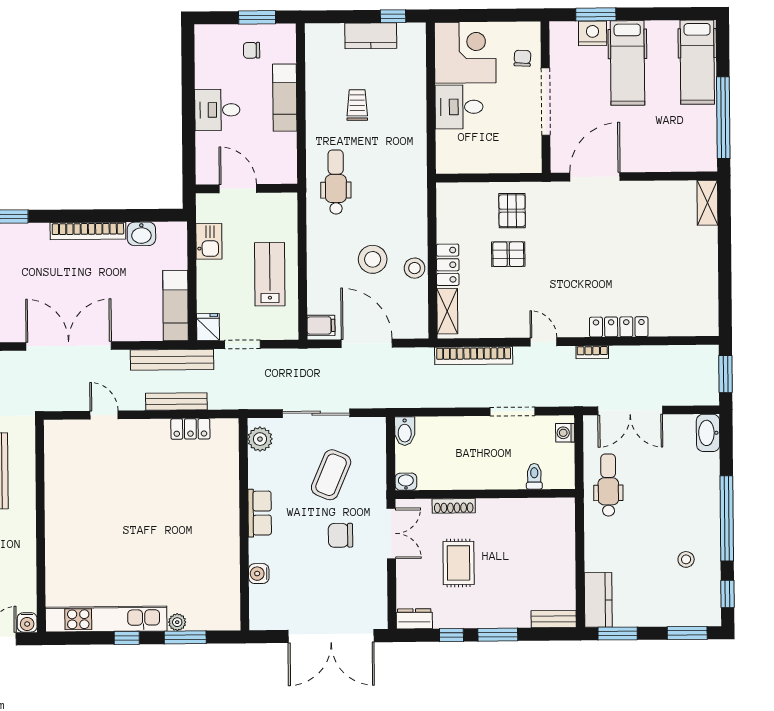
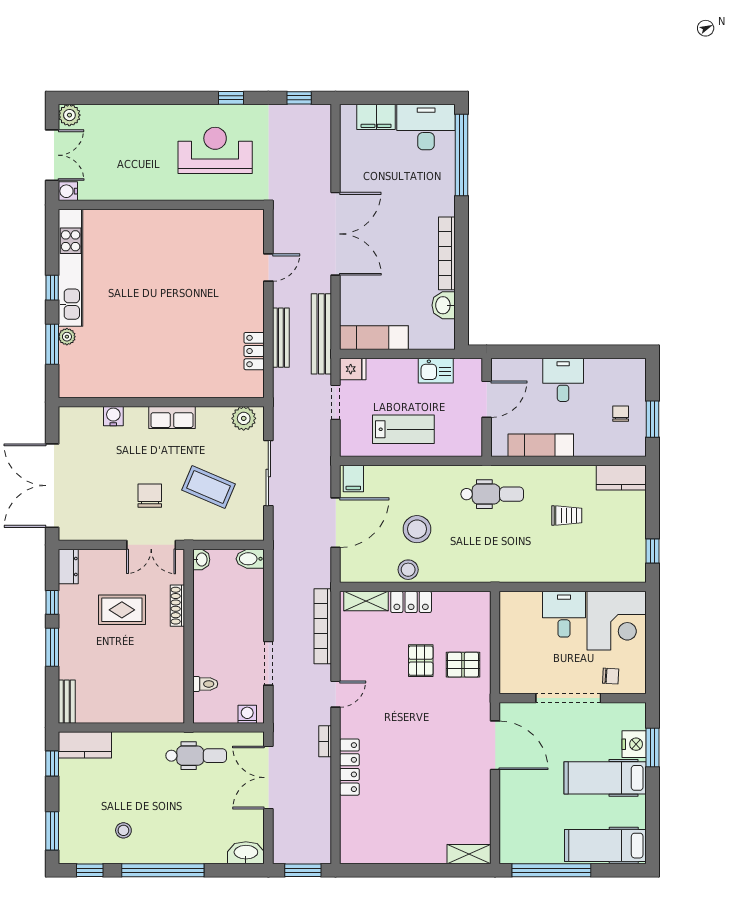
kitchen counter: (371, 36) -> (621, 478), moved, turned -90
exam couch: (285, 98) -> (541, 445), moved
window: (618, 634) -> (52, 763), width x0.67

